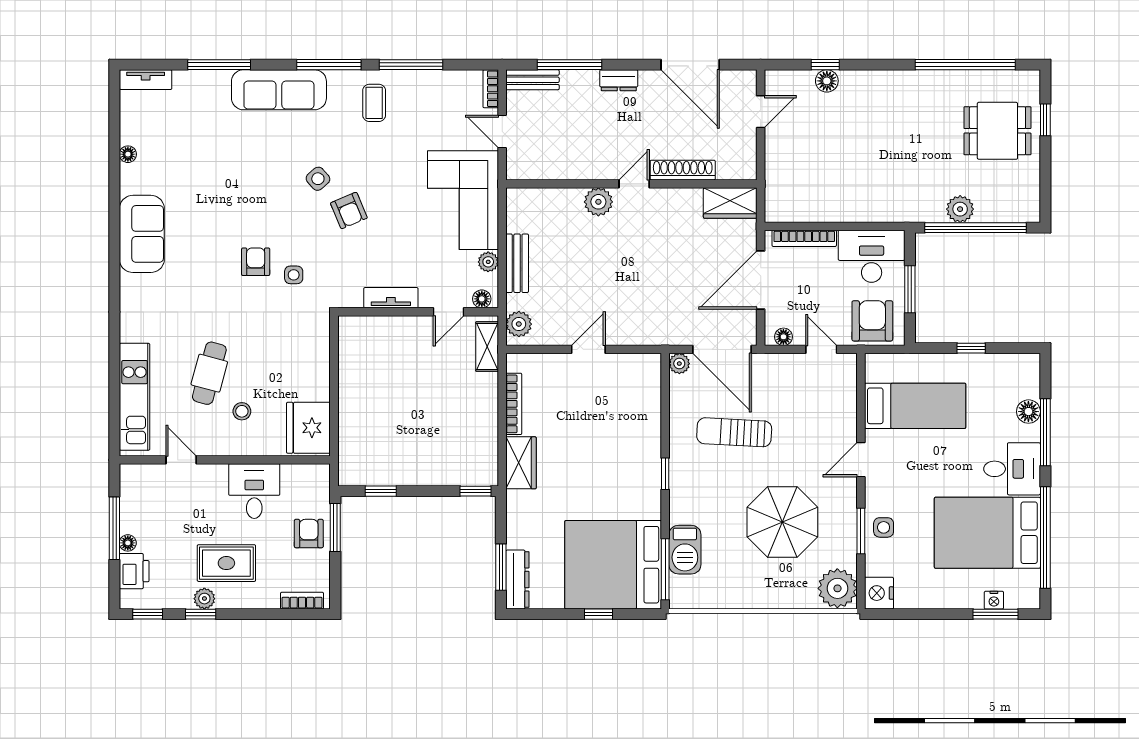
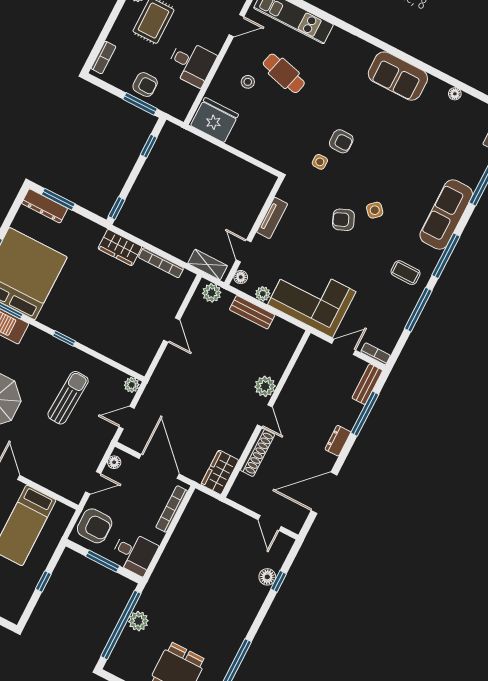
desk: (872, 256) -> (134, 553), width x0.73
door: (722, 349) -> (127, 418), width x0.53

